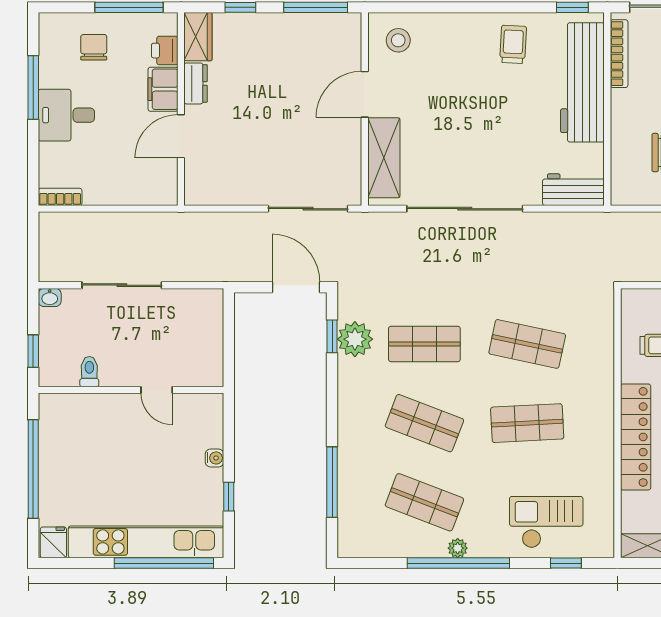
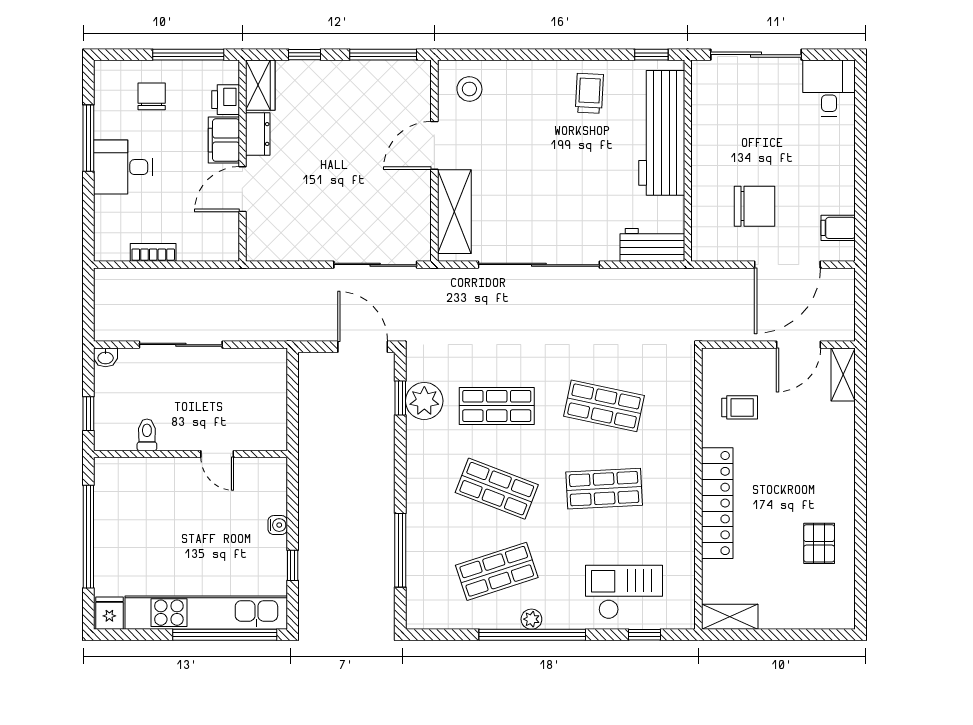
bookcase: (619, 54) -> (700, 103), removed
bookcase: (60, 197) -> (153, 252), moved
shop shelf: (424, 502) -> (497, 571), turned -39

